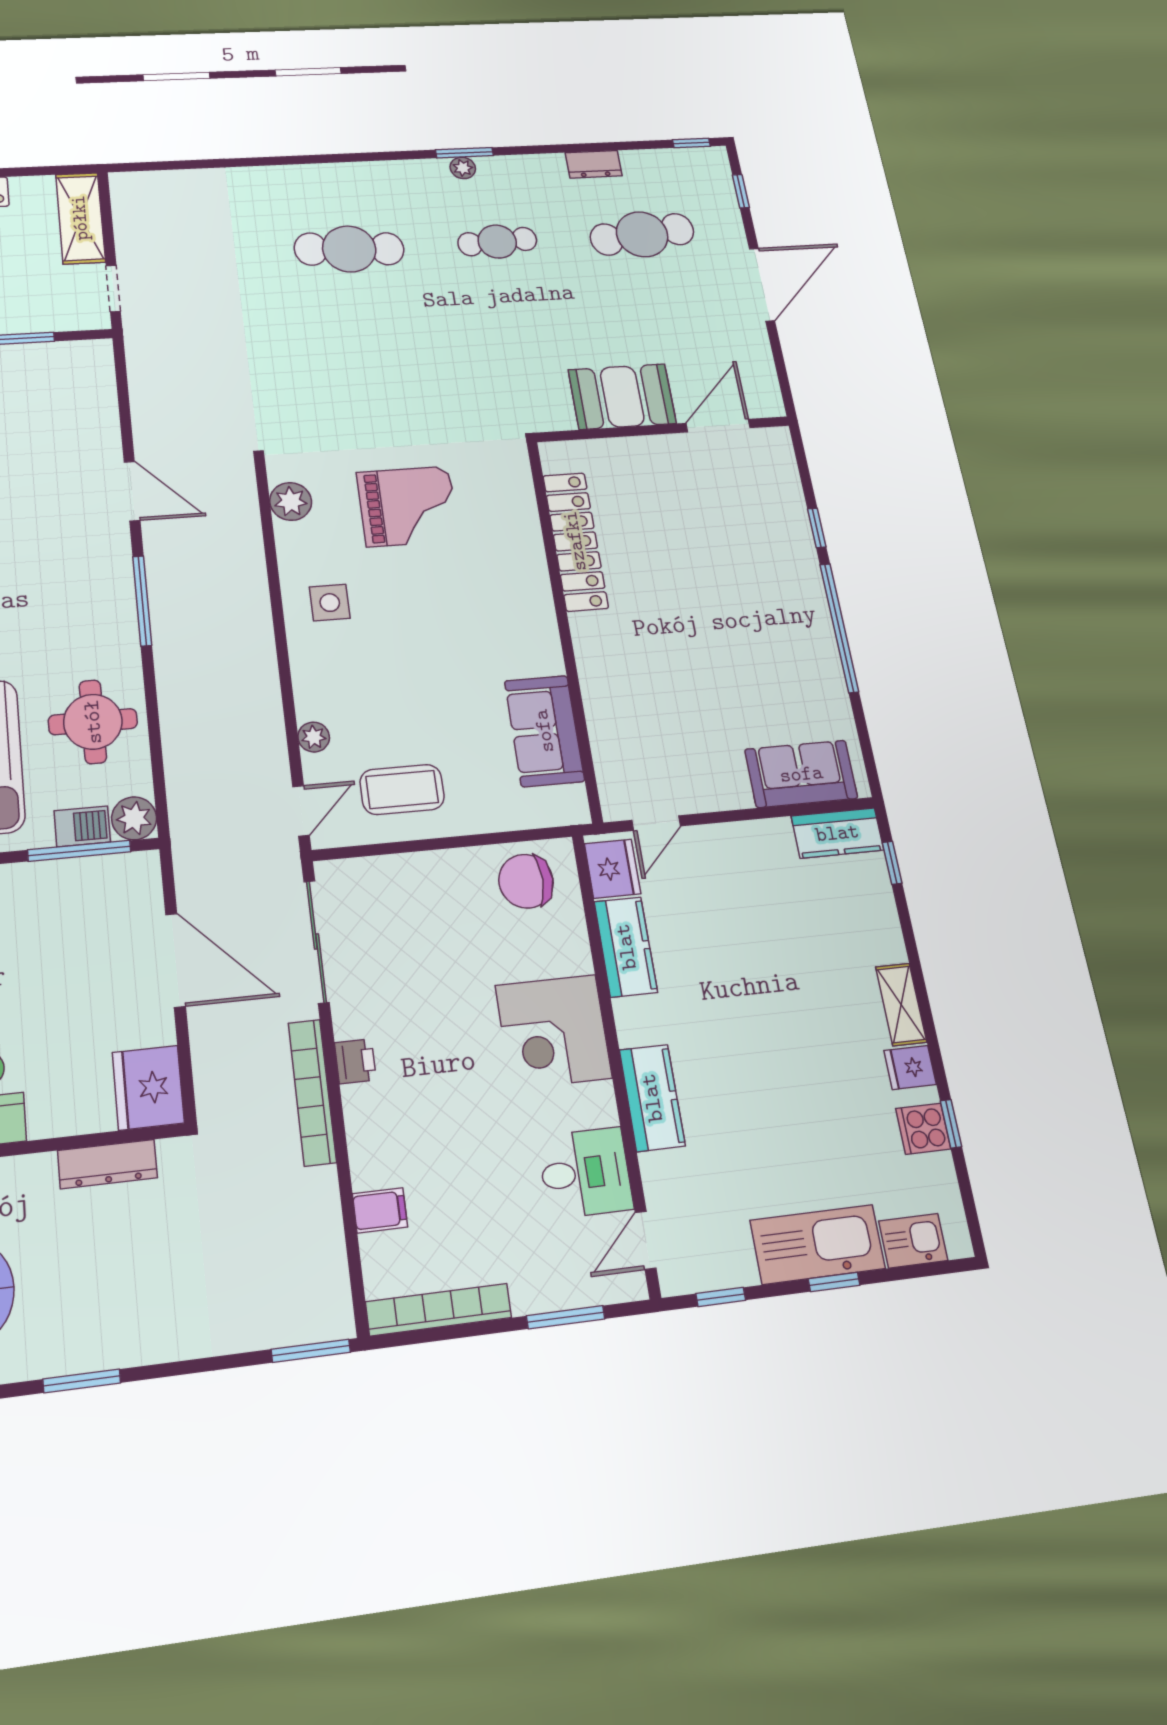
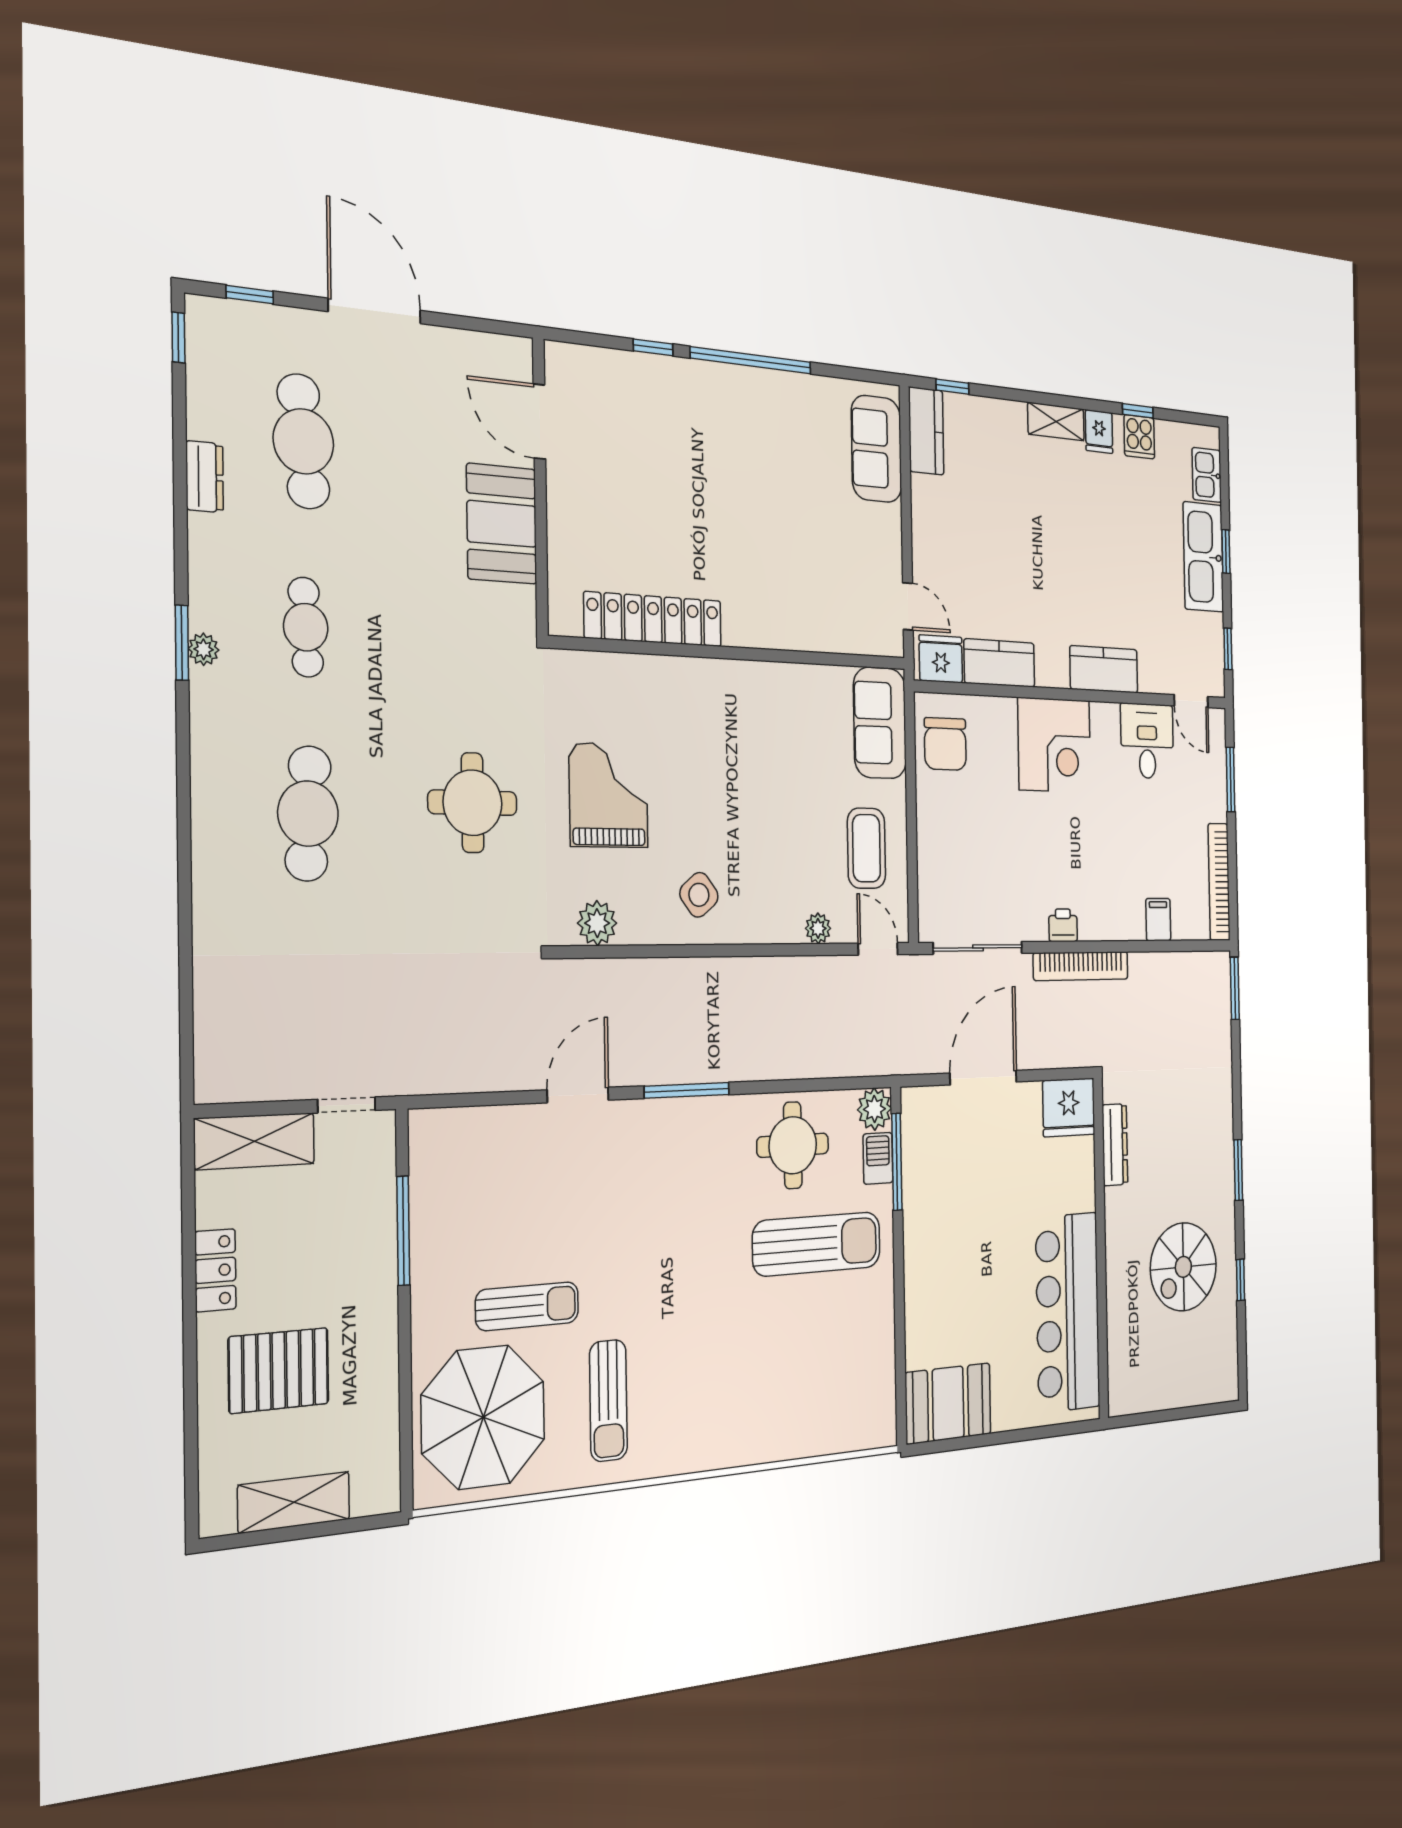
round table: (380, 382) -> (473, 803), added
side table: (330, 603) -> (699, 895), turned -38
sofa: (544, 731) -> (880, 723), moved, turned 90

